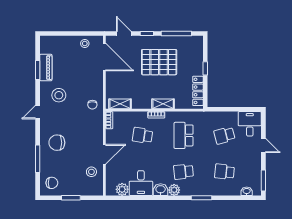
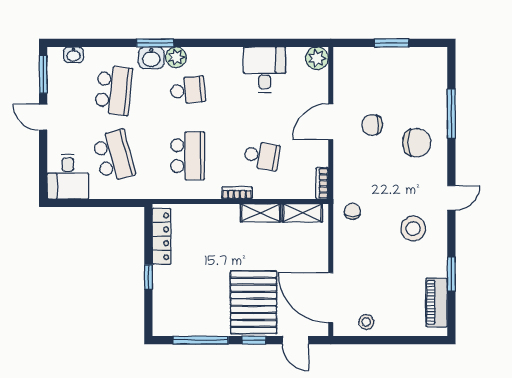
pallet: (159, 62) -> (254, 302), moved, turned 90
piano: (46, 68) -> (437, 302), moved
shelving: (163, 104) -> (261, 213), moved
school desk: (224, 135) -> (114, 156), width x1.85
door: (263, 145) -> (43, 117), moved
stool: (91, 172) -> (354, 90), removed
school desk: (224, 172) -> (114, 90), width x1.85
chair: (52, 183) -> (372, 125), moved
plant: (122, 189) -> (317, 58), moved
washbasin: (161, 190) -> (151, 58), moved
plant: (174, 190) -> (176, 57), moved

